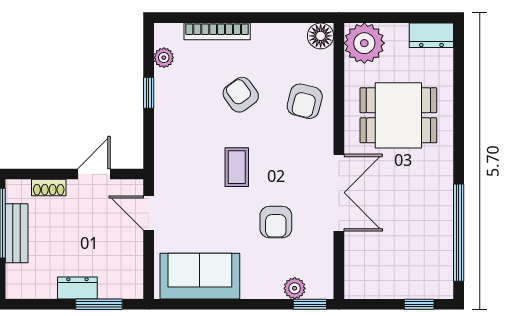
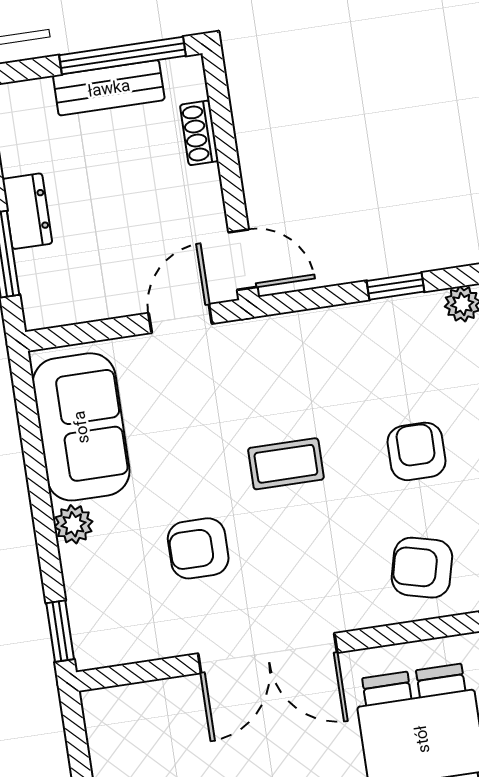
armchair: (241, 95) -> (417, 451), turned -54
door: (94, 174) -> (243, 260), moved
plant: (295, 288) -> (73, 524), moved

